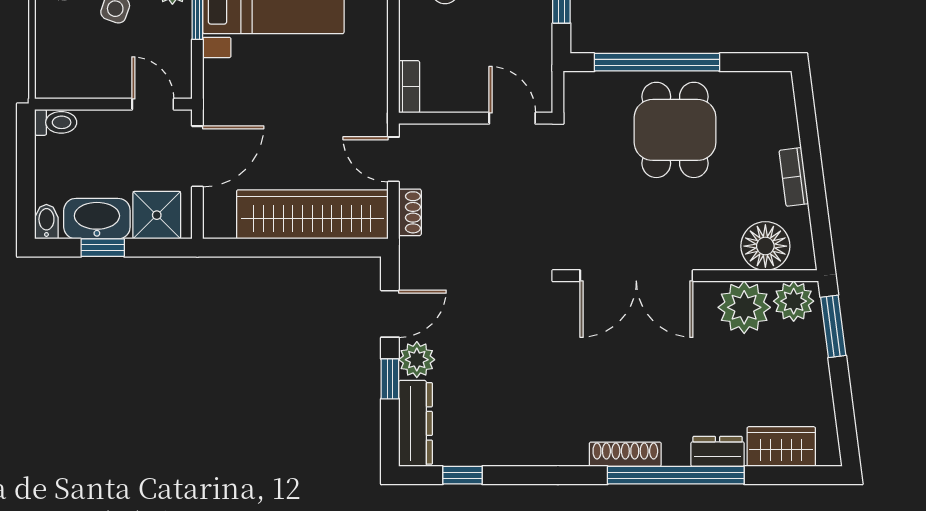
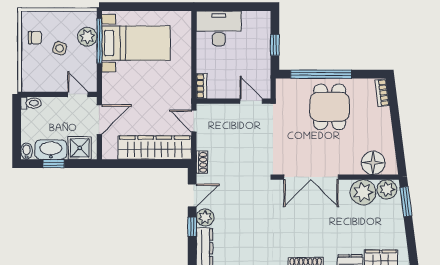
bookcase: (794, 177) -> (382, 93), moved
shoe rack: (410, 212) -> (202, 162), moved

